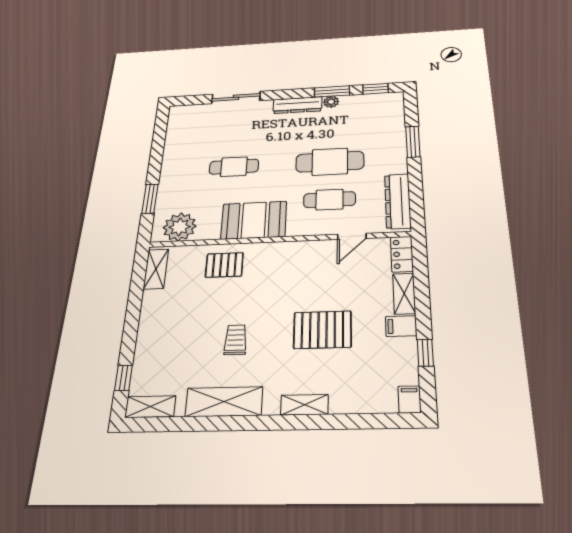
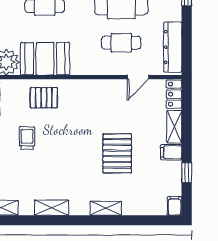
booth: (254, 220) -> (45, 59), moved
pallet: (322, 330) -> (117, 153), turned 90
trolley: (236, 340) -> (27, 138), moved
shelving: (224, 402) -> (52, 208), width x0.67, depth x0.75

